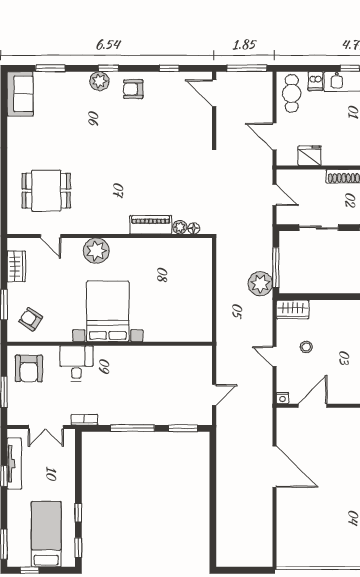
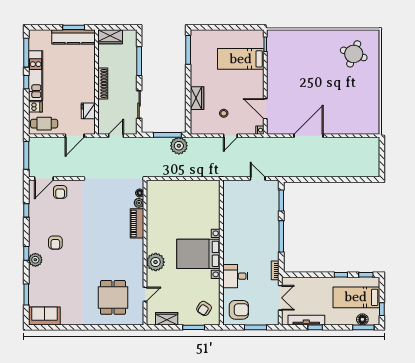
armchair: (133, 89) -> (55, 243), moved
armchair: (195, 116) -> (60, 192), added
wardrobe: (293, 309) -> (197, 98), moved
floor lamp: (15, 543) -> (362, 319), added

